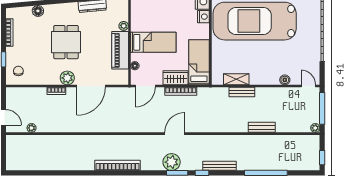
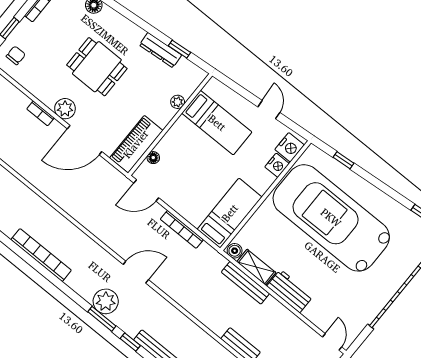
dining table: (66, 42) -> (97, 67), turned 90
bed: (153, 42) -> (217, 123), moved
piano: (120, 50) -> (136, 144), moved
workbench: (264, 77) -> (290, 291), added
wardrobe: (176, 78) -> (188, 209), removed
boiler: (285, 80) -> (235, 251), moved
bench: (242, 92) -> (245, 283), width x1.36

